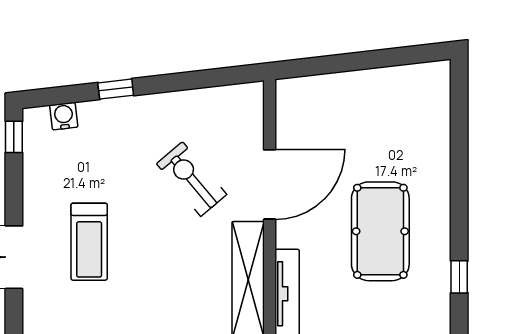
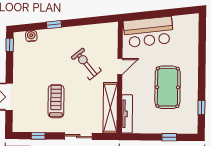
bar counter: (335, 103) -> (149, 32), added
door: (270, 184) -> (120, 67), width x0.53
treadmill: (89, 242) -> (56, 101), moved, turned 180

